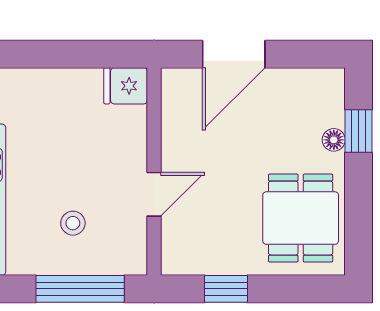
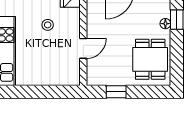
stool: (73, 223) -> (48, 25), moved
window: (80, 289) -> (49, 92), removed

